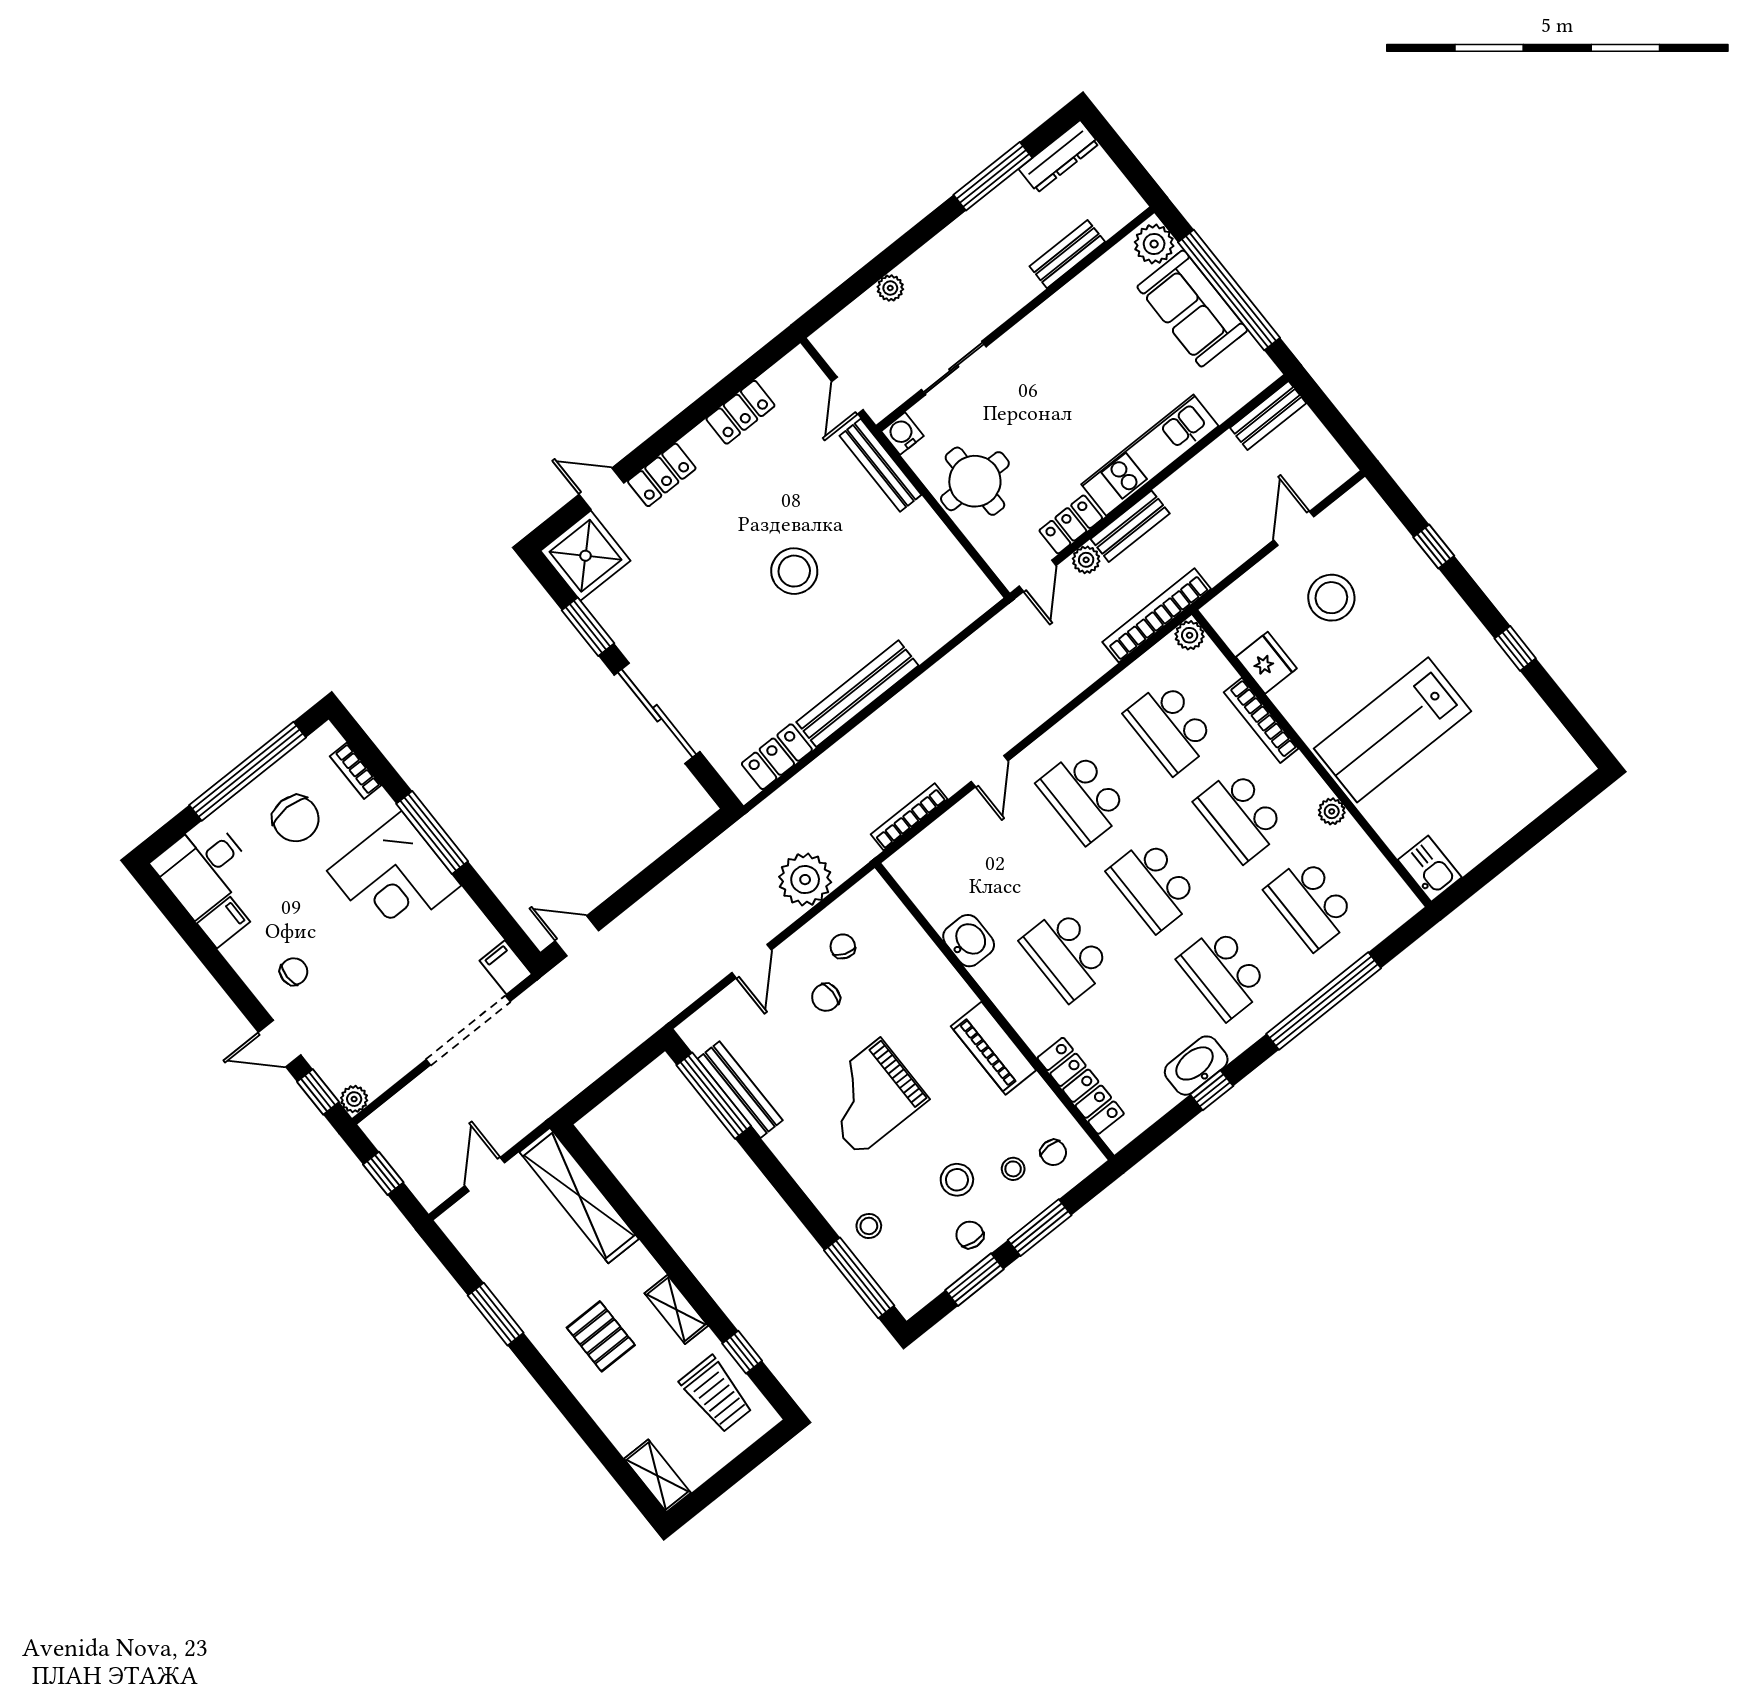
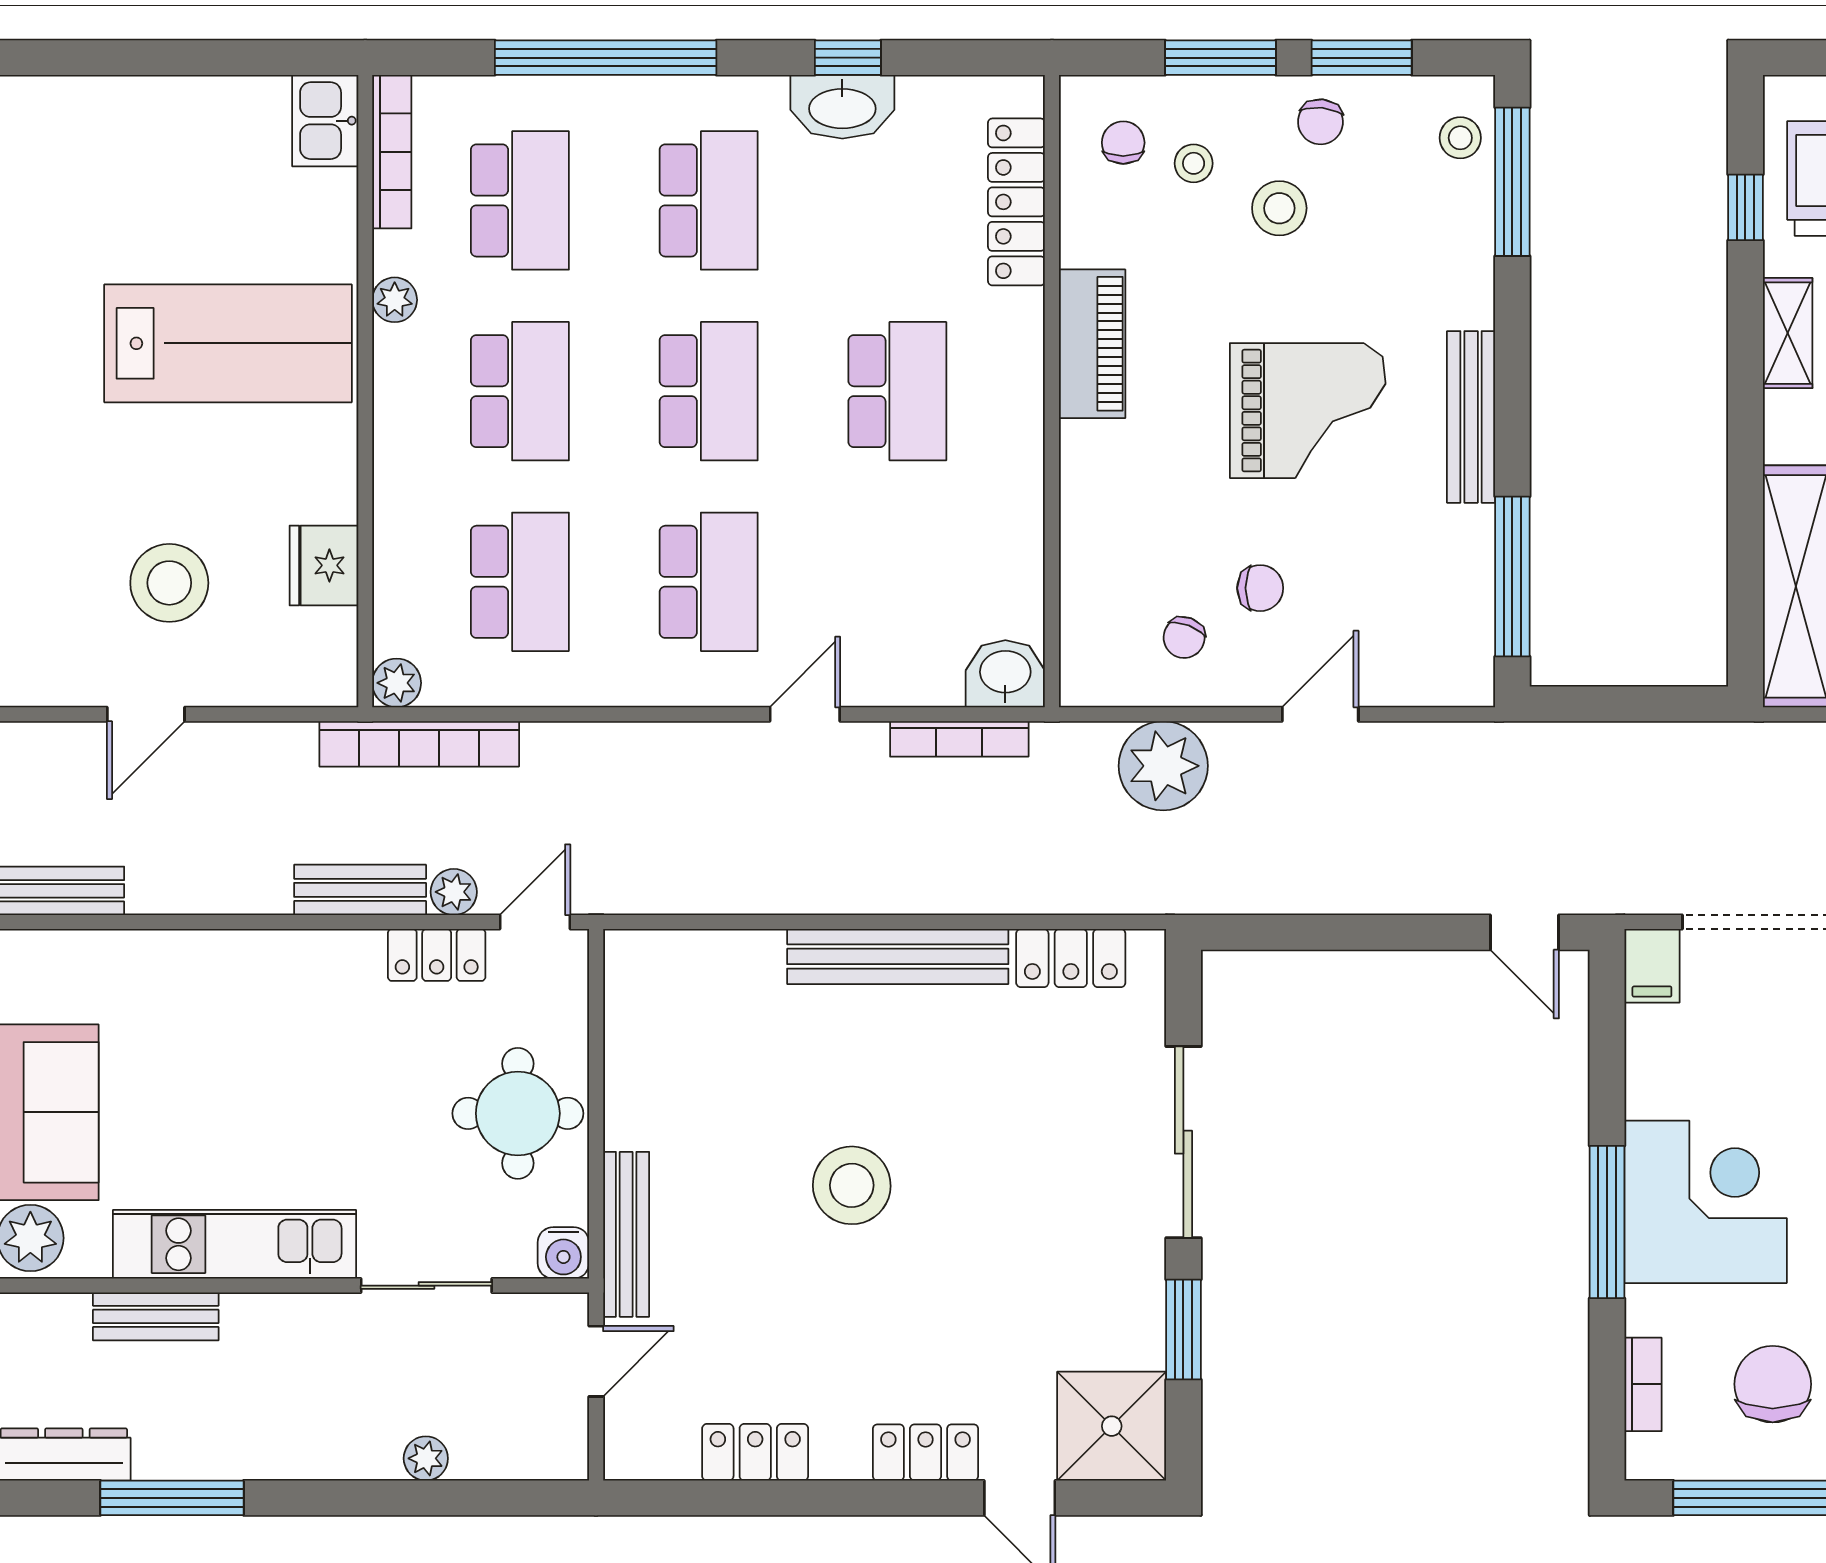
kitchen unit: (1150, 455) -> (234, 1244), moved, turned 180
bookcase: (1261, 720) -> (392, 152), moved
washbasin: (969, 941) -> (1005, 674), moved, turned 90
bench: (740, 1090) -> (1471, 417), moved
stool: (869, 1226) -> (1460, 138), moved

